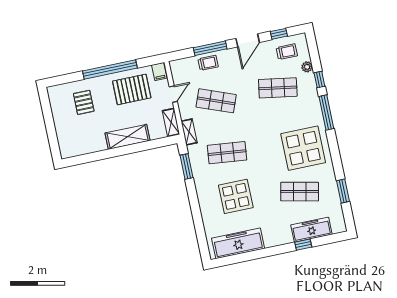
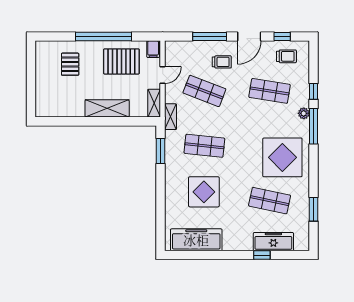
trolley: (208, 63) -> (222, 62), moved
plant: (307, 67) -> (304, 113), moved

